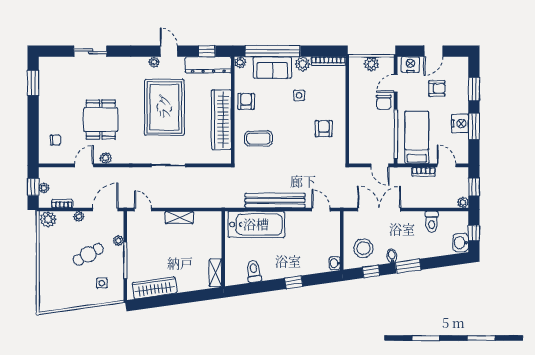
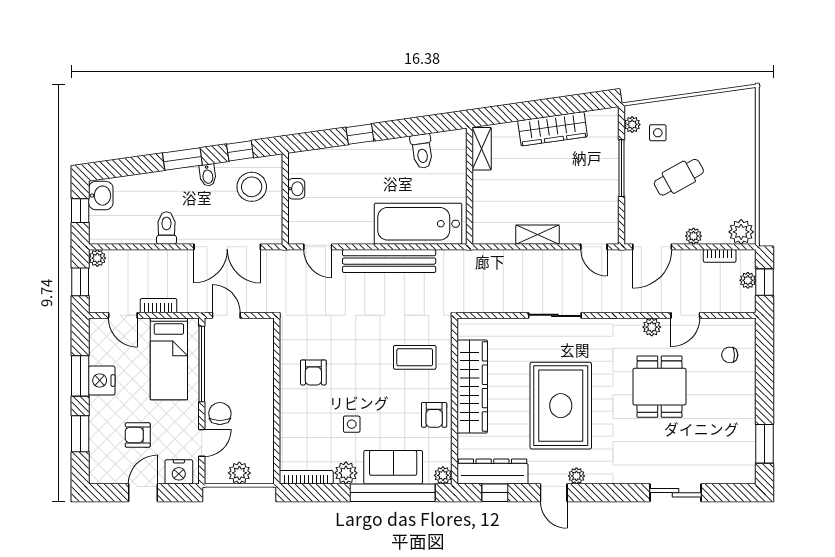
toilet: (432, 222) -> (166, 228), moved
plant: (118, 241) -> (632, 124), moved
washbasin: (335, 263) -> (296, 189), moved
wardrobe: (155, 288) -> (553, 129), moved

